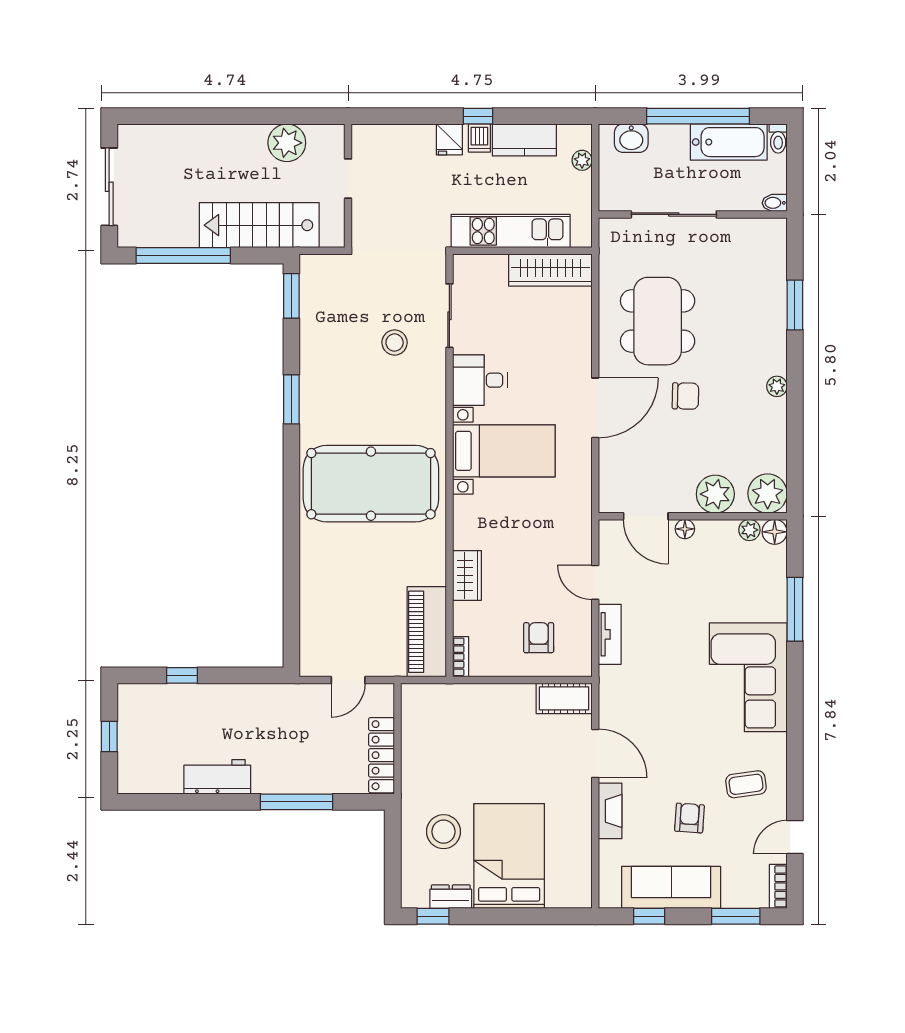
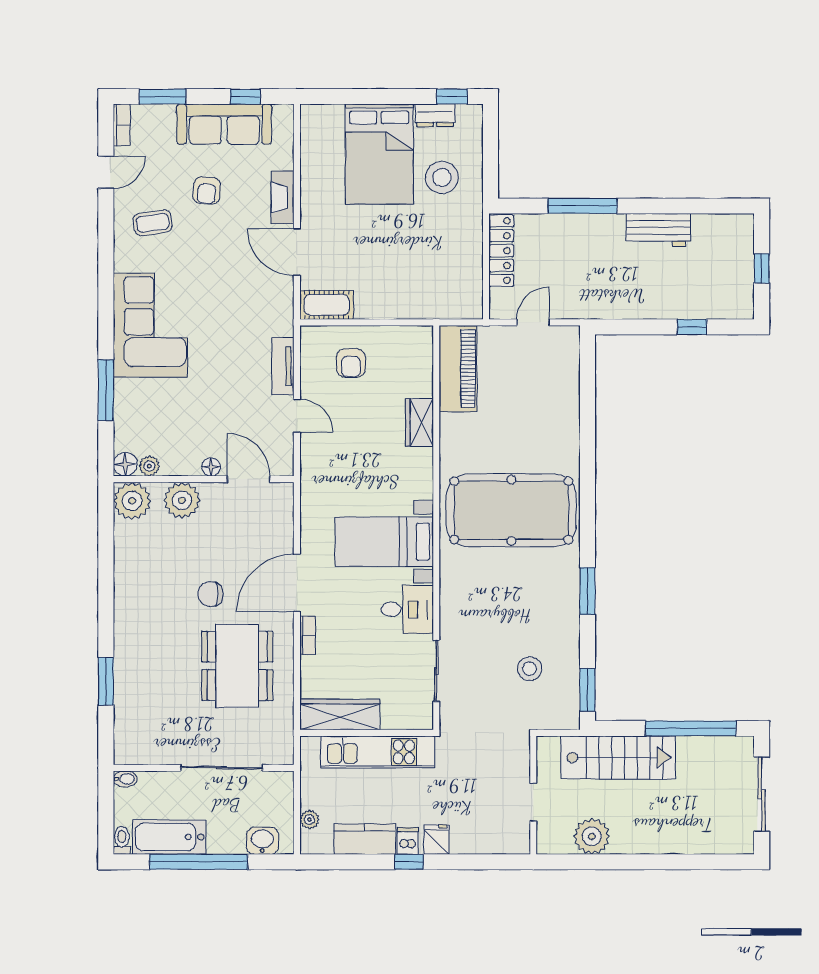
stool: (395, 343) -> (530, 669), moved
plant: (777, 386) -> (123, 603), removed
bookcase: (461, 657) -> (308, 635), moved, turned 180

